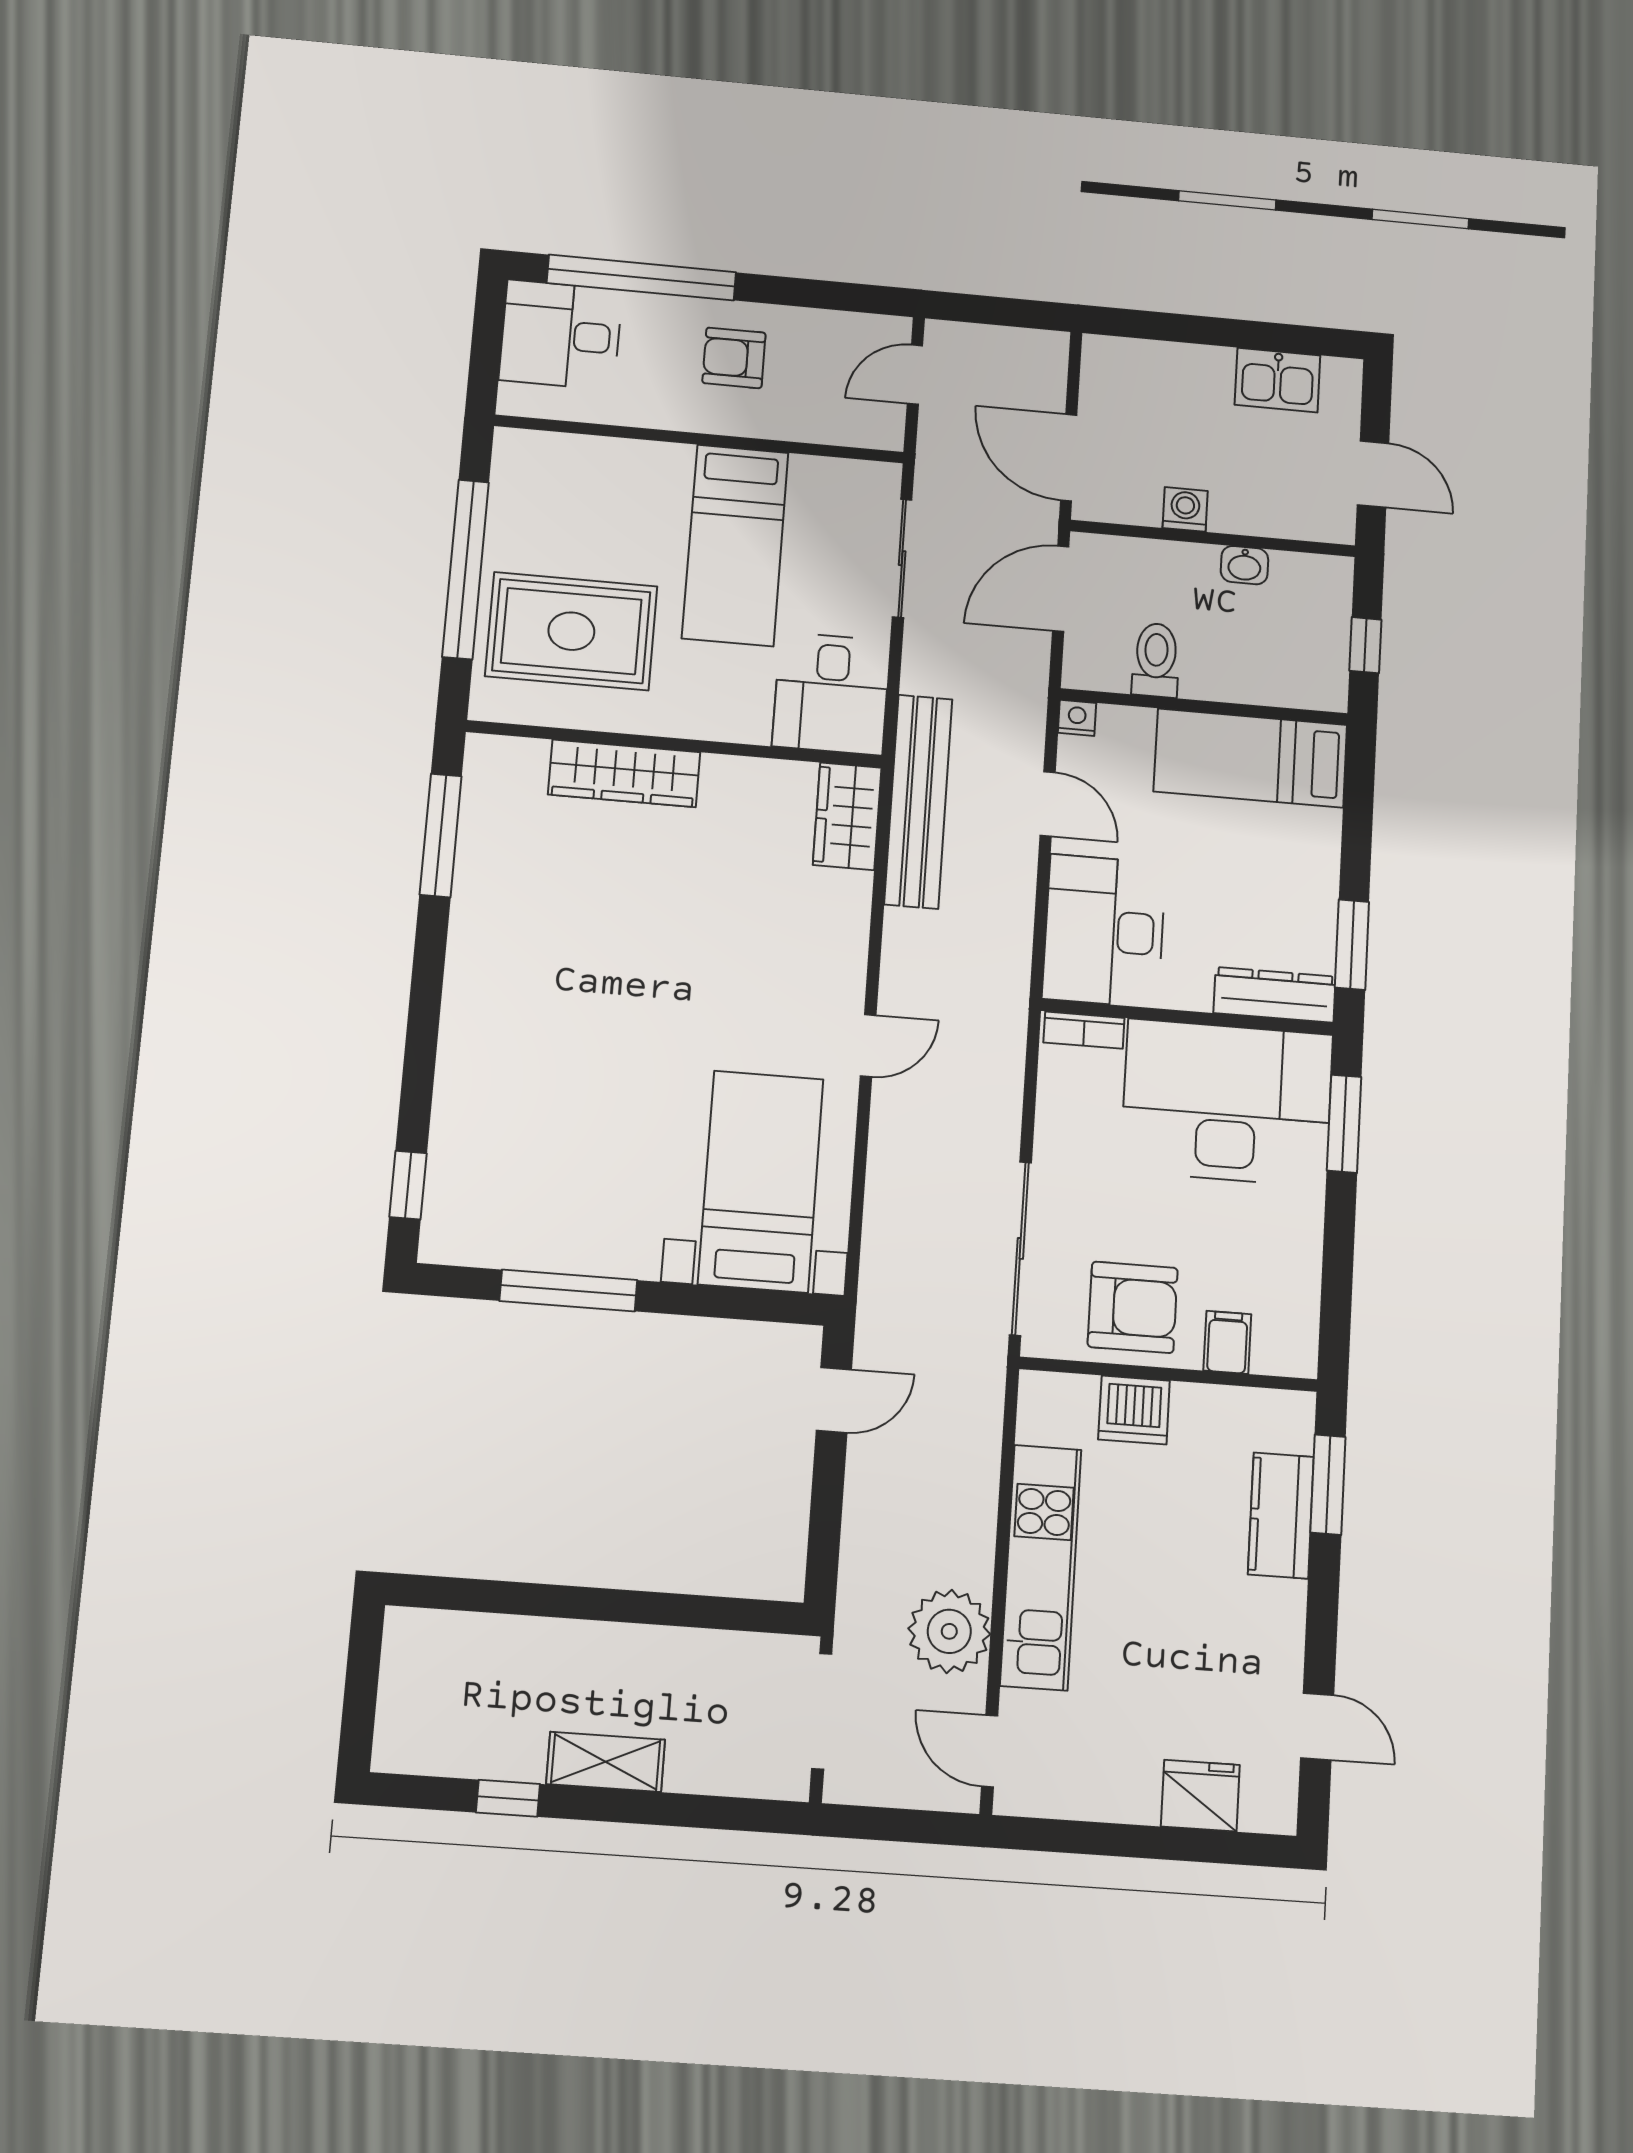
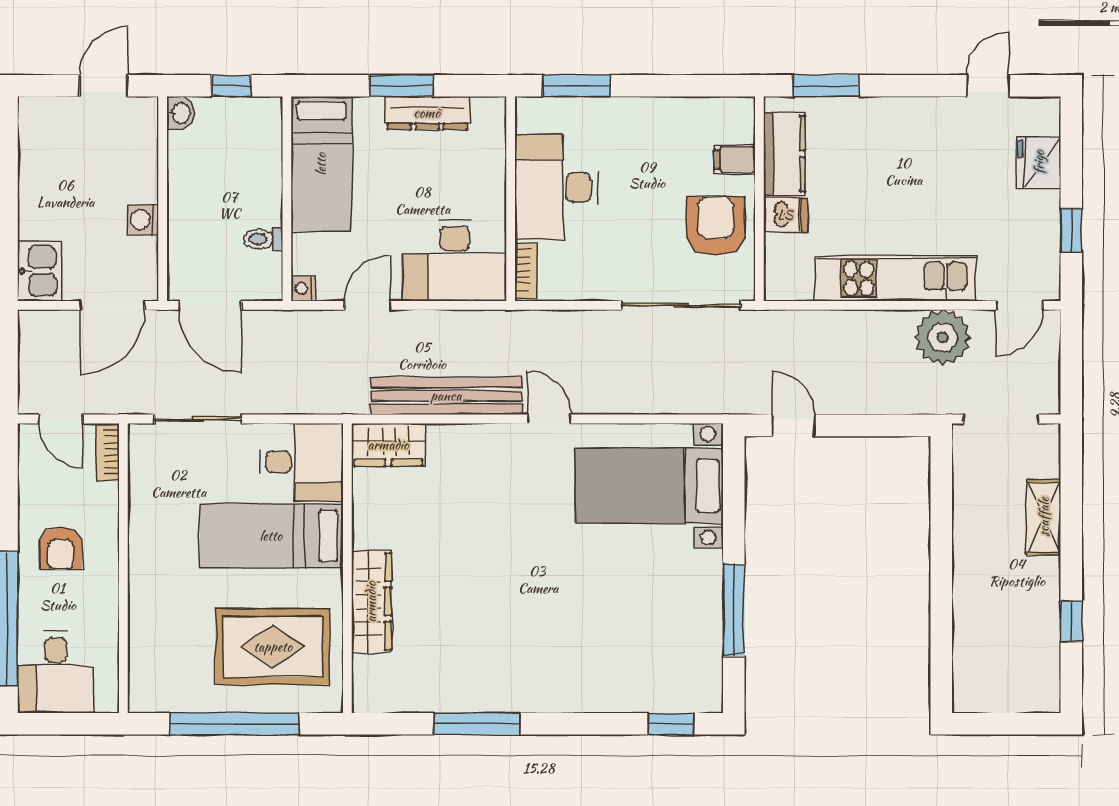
kitchen sink: (1278, 380) -> (39, 271), moved
bookcase: (864, 433) -> (108, 452), added
bed: (735, 545) -> (271, 536), moved, turned 180
washbasin: (1245, 565) -> (180, 113), moved
rug: (571, 631) -> (273, 647), turned 90
toilet: (1156, 660) -> (263, 239), width x0.73, depth x0.72
bench: (918, 801) -> (446, 396), moved
window: (441, 835) -> (477, 724), moved
window: (1352, 945) -> (401, 86), moved
dresser: (1275, 995) -> (427, 113), moved, turned -90
desk: (1227, 1103) -> (556, 187), width x0.73, depth x0.77
dishwasher: (1134, 1410) -> (785, 215), width x0.73
kitchen counter: (1281, 1515) -> (784, 154), moved, turned -90
shelving: (606, 1762) -> (1044, 517), moved
window: (1097, 1839) -> (1071, 230), added

